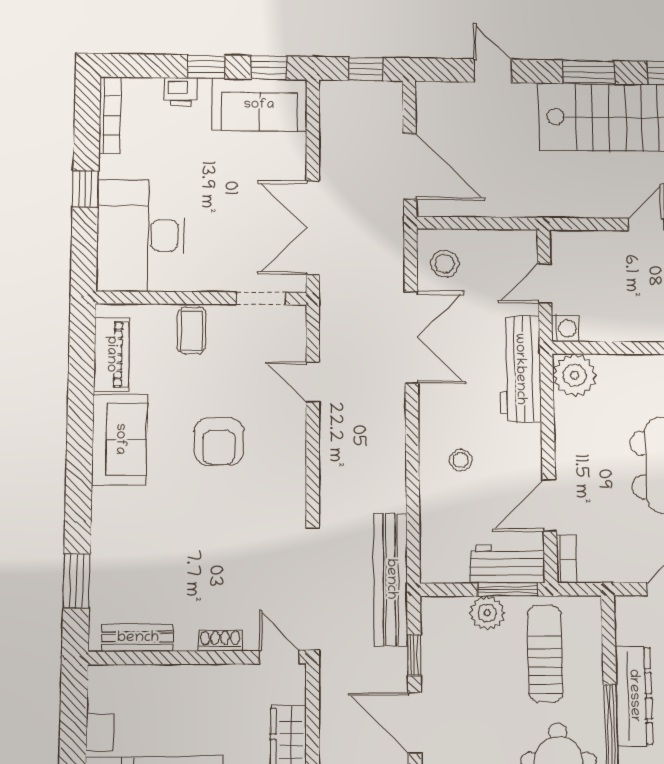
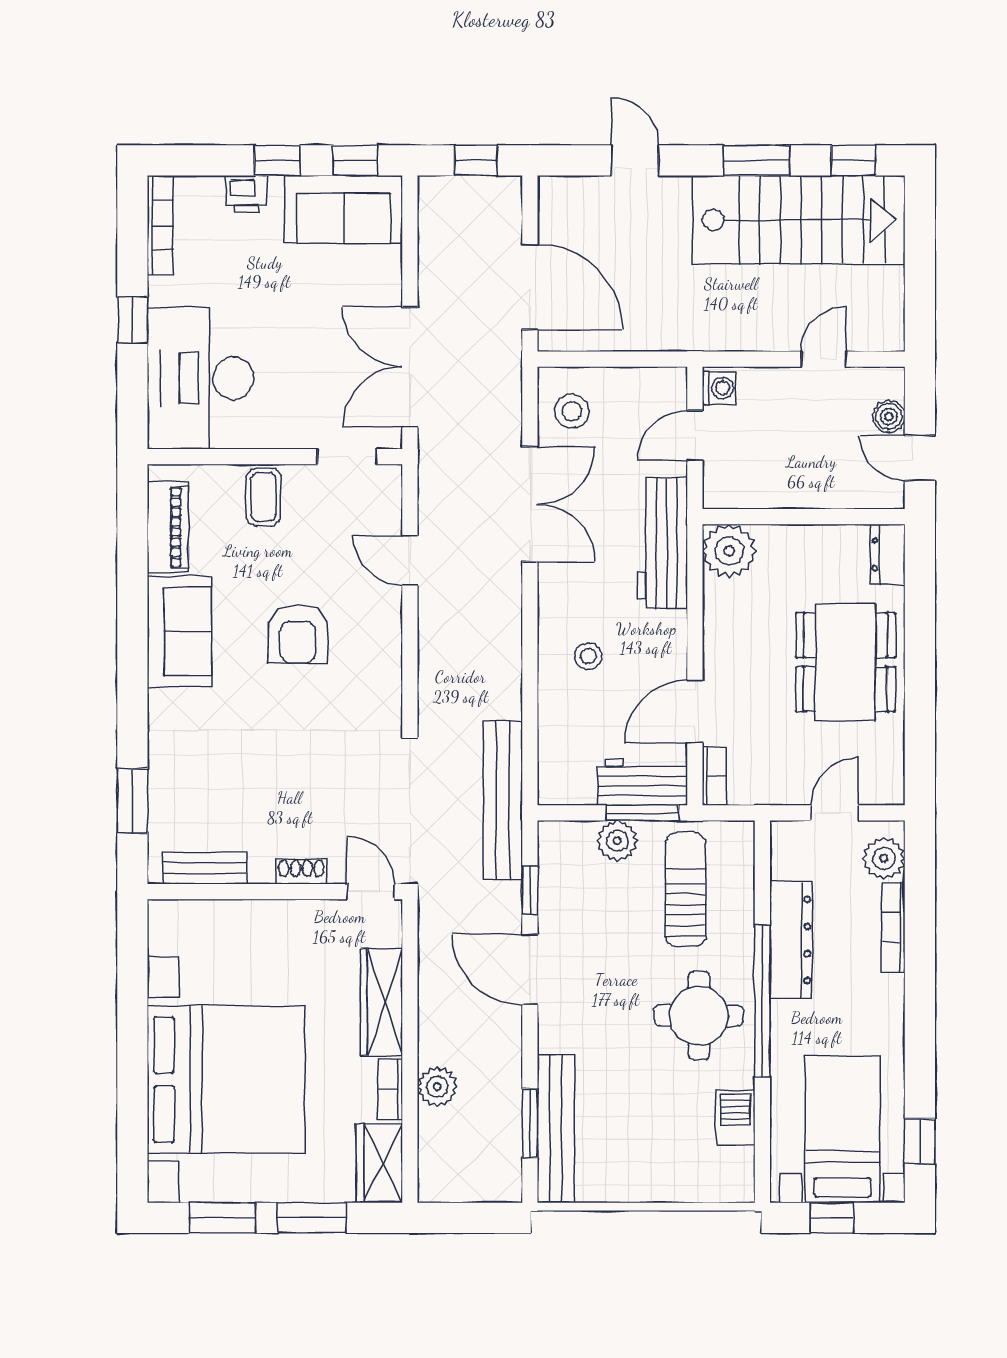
washing machine: (565, 329) -> (719, 388), moved

